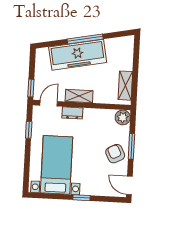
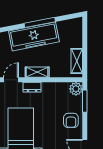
window: (131, 146) -> (85, 101), moved
armchair: (115, 154) -> (71, 120), turned -153

